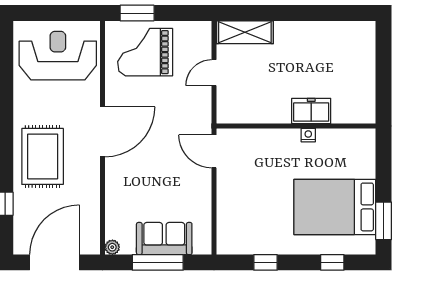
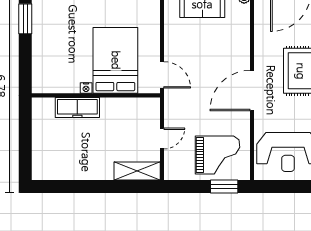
freezer: (311, 111) -> (77, 107), width x1.40
bed: (335, 207) -> (115, 60), moved, turned -90

